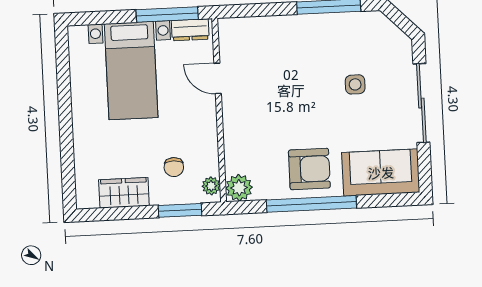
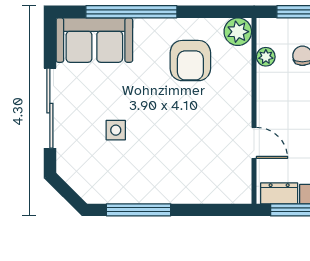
armchair: (309, 169) -> (190, 61), moved, turned -90
plant: (211, 186) -> (266, 57), moved
window: (311, 204) -> (131, 12), moved

